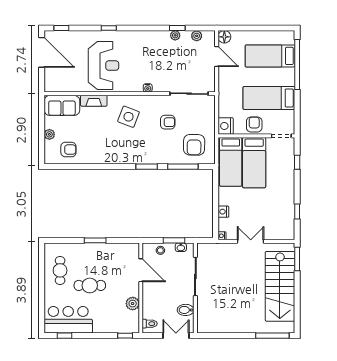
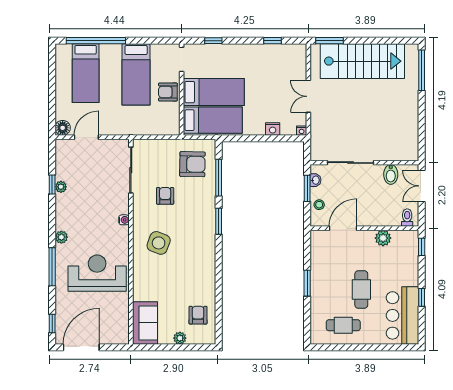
window: (109, 28) -> (52, 267), width x2.17
plant: (197, 36) -> (61, 237), moved
fireplace: (94, 101) -> (139, 285), removed
nightstand: (226, 126) -> (170, 126), removed
window: (64, 336) -> (422, 297), moved

